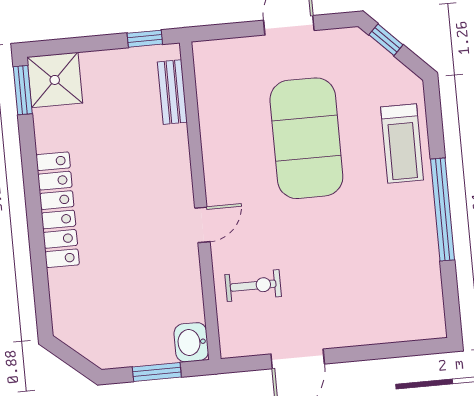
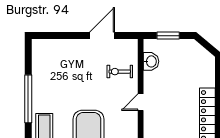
washbasin: (191, 342) -> (151, 61), moved

